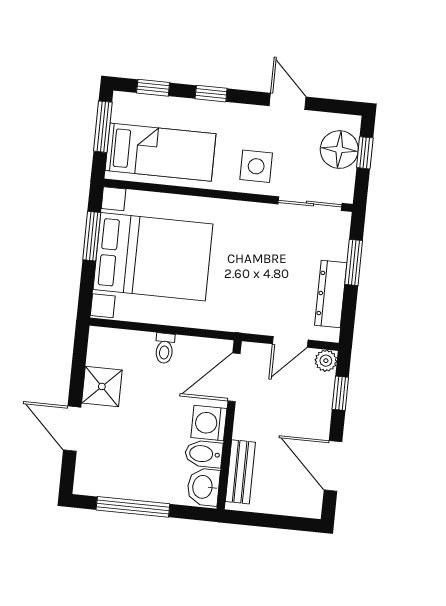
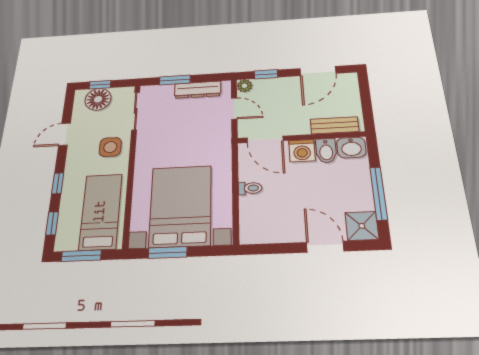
shower: (102, 386) -> (362, 226), moved
door: (72, 429) -> (325, 247), swing flipped

